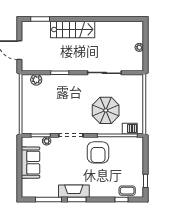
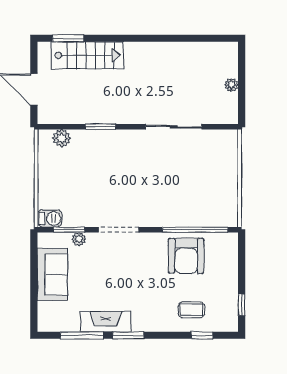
stairs: (73, 29) -> (87, 55), moved
parasol: (106, 110) -> (176, 189), removed
barbecue: (130, 128) -> (50, 218), moved
armchair: (98, 152) -> (186, 256), moved
fireplace: (74, 191) -> (106, 322), moved
coffee table: (127, 191) -> (191, 310), moved

